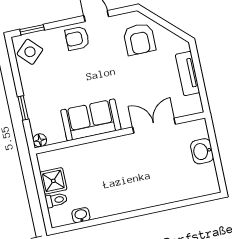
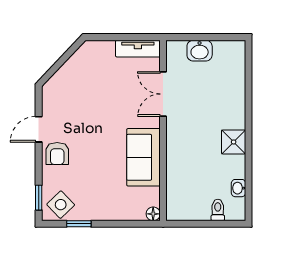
armchair: (139, 39) -> (72, 90), removed
tv unit: (188, 73) -> (138, 49), moved
window: (23, 108) -> (79, 224), moved
shower: (53, 181) -> (234, 142), moved

